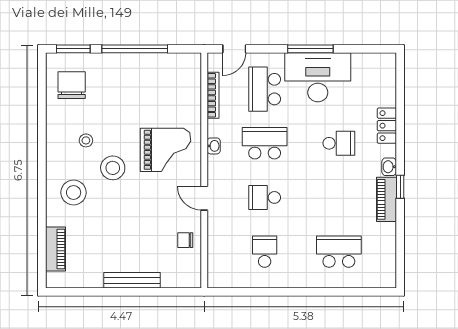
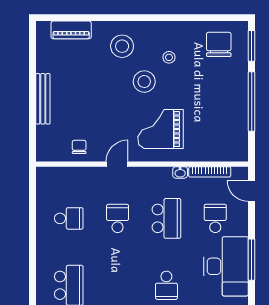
chair: (72, 85) -> (219, 44), turned -90
school desk: (265, 89) -> (215, 218), width x0.54
washbasin: (214, 146) -> (180, 172), moved
grand piano: (165, 150) -> (160, 129), turned 90

